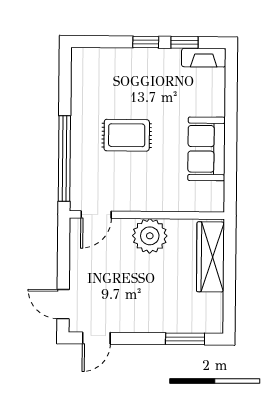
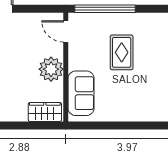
sofa: (207, 149) -> (81, 93), moved, turned 90
wardrobe: (210, 257) -> (45, 112), width x0.67

